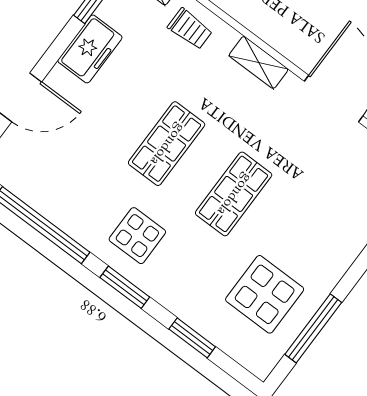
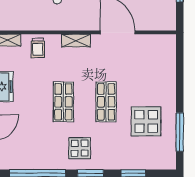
trolley: (190, 29) -> (38, 48), turned 90
display table: (265, 294) -> (146, 121), moved

